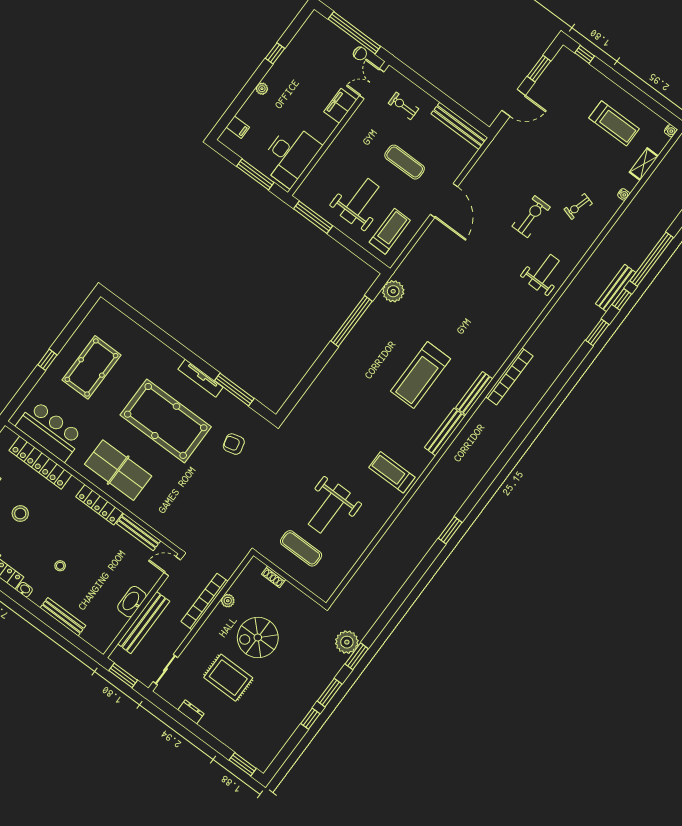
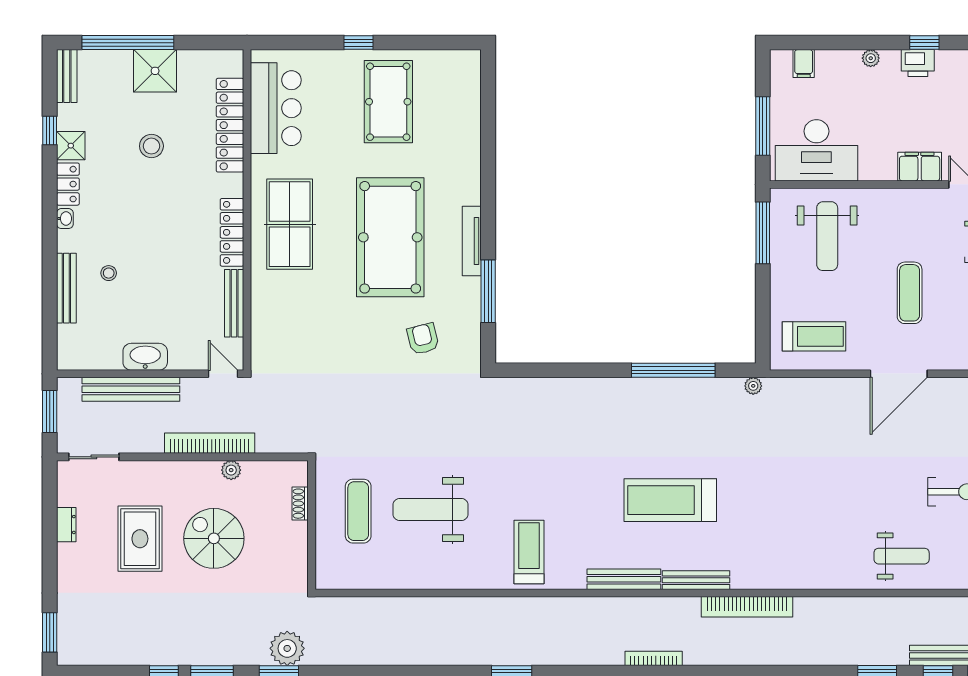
printer: (283, 65) -> (918, 63), added
weight bench: (360, 201) -> (827, 236), moved, turned 90
plant: (393, 291) -> (753, 386), width x0.53, depth x0.53
pool table: (91, 367) -> (388, 102), turned 90
bookcase: (500, 448) -> (654, 658), added
stool: (60, 566) -> (109, 273), moved

